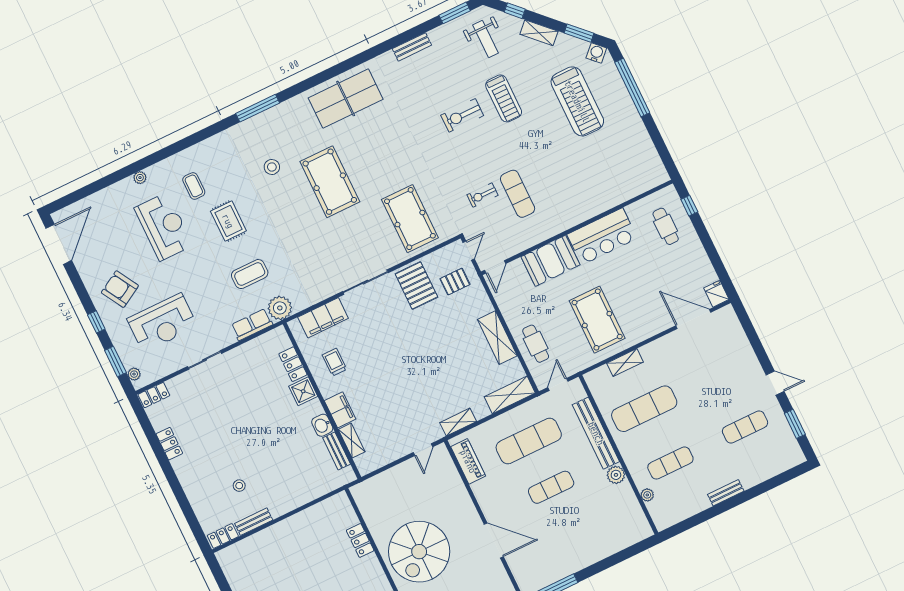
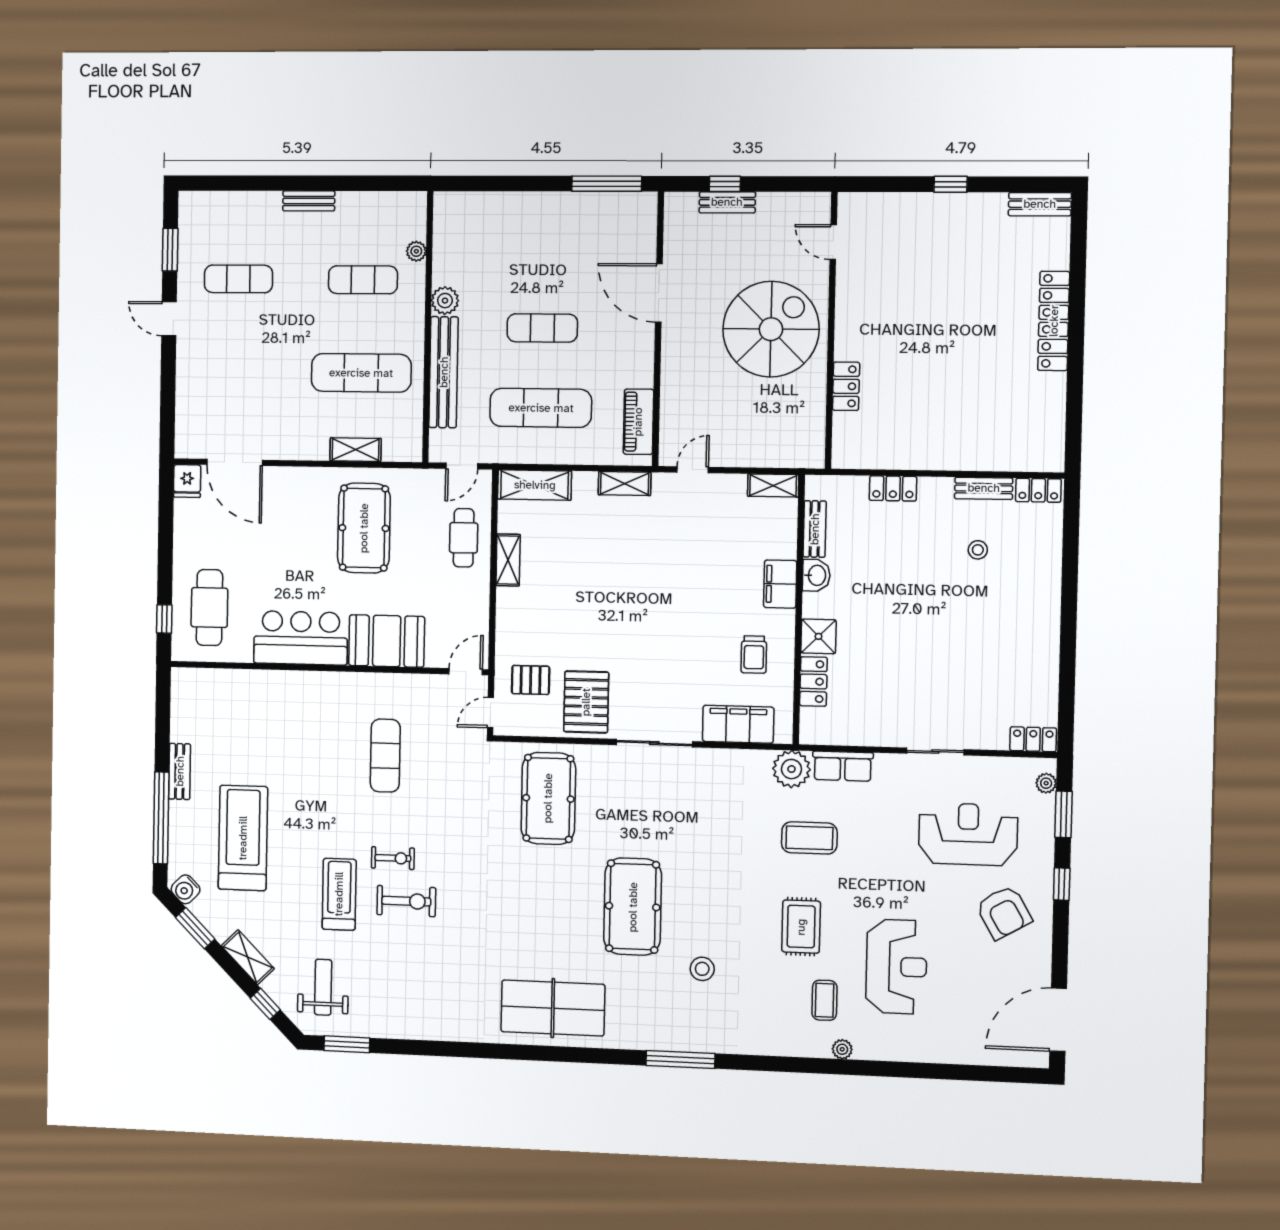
bench: (412, 47) -> (180, 771), moved, turned 90
plant: (140, 178) -> (842, 1049), moved
exercise bike: (482, 195) -> (393, 858), moved
cafe table: (666, 226) -> (209, 608), width x1.37, depth x1.35
reception desk: (164, 227) -> (896, 967), turned 180
shelving: (497, 338) -> (508, 560), width x0.67, depth x0.75
shelving: (352, 441) -> (773, 485), moved, turned 90
locker: (169, 444) -> (893, 488), moved, turned -90

